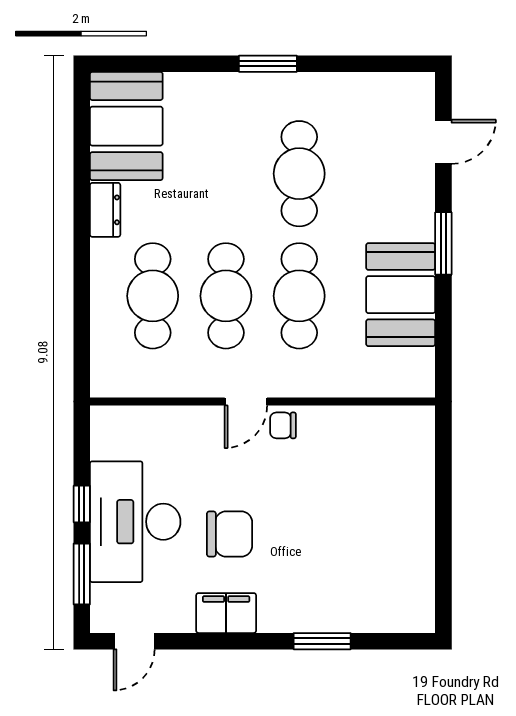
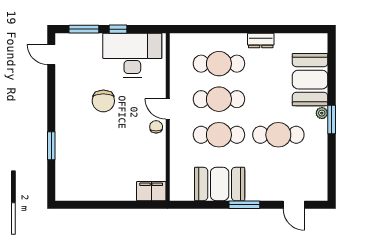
plant: (255, 84) -> (322, 113), added
booth: (126, 126) -> (310, 80), moved, turned 90
desk: (135, 522) -> (132, 55), moved
filing cabinet: (226, 613) -> (151, 191), moved, turned -90

